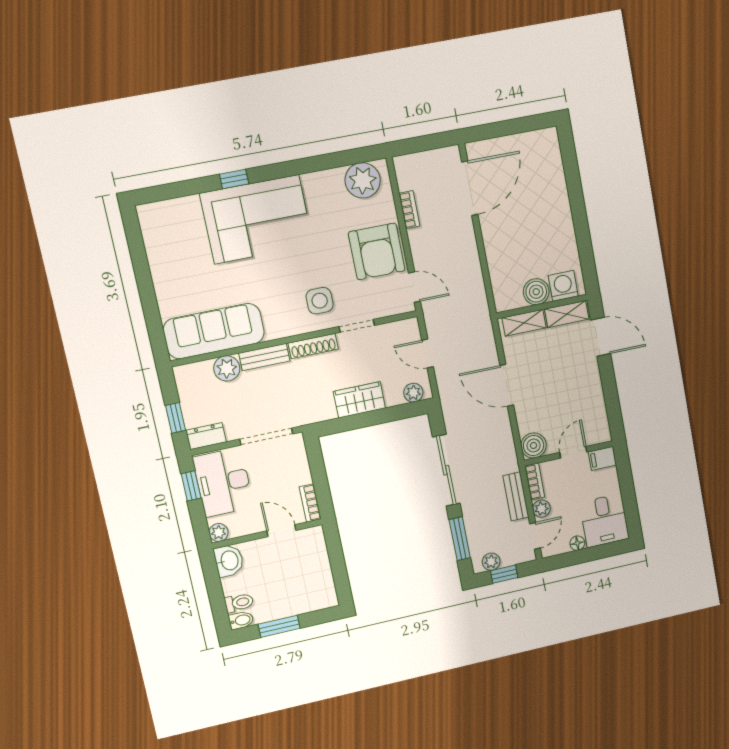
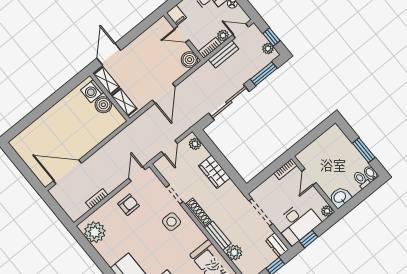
armchair: (377, 251) -> (129, 205), width x0.53, depth x0.53

